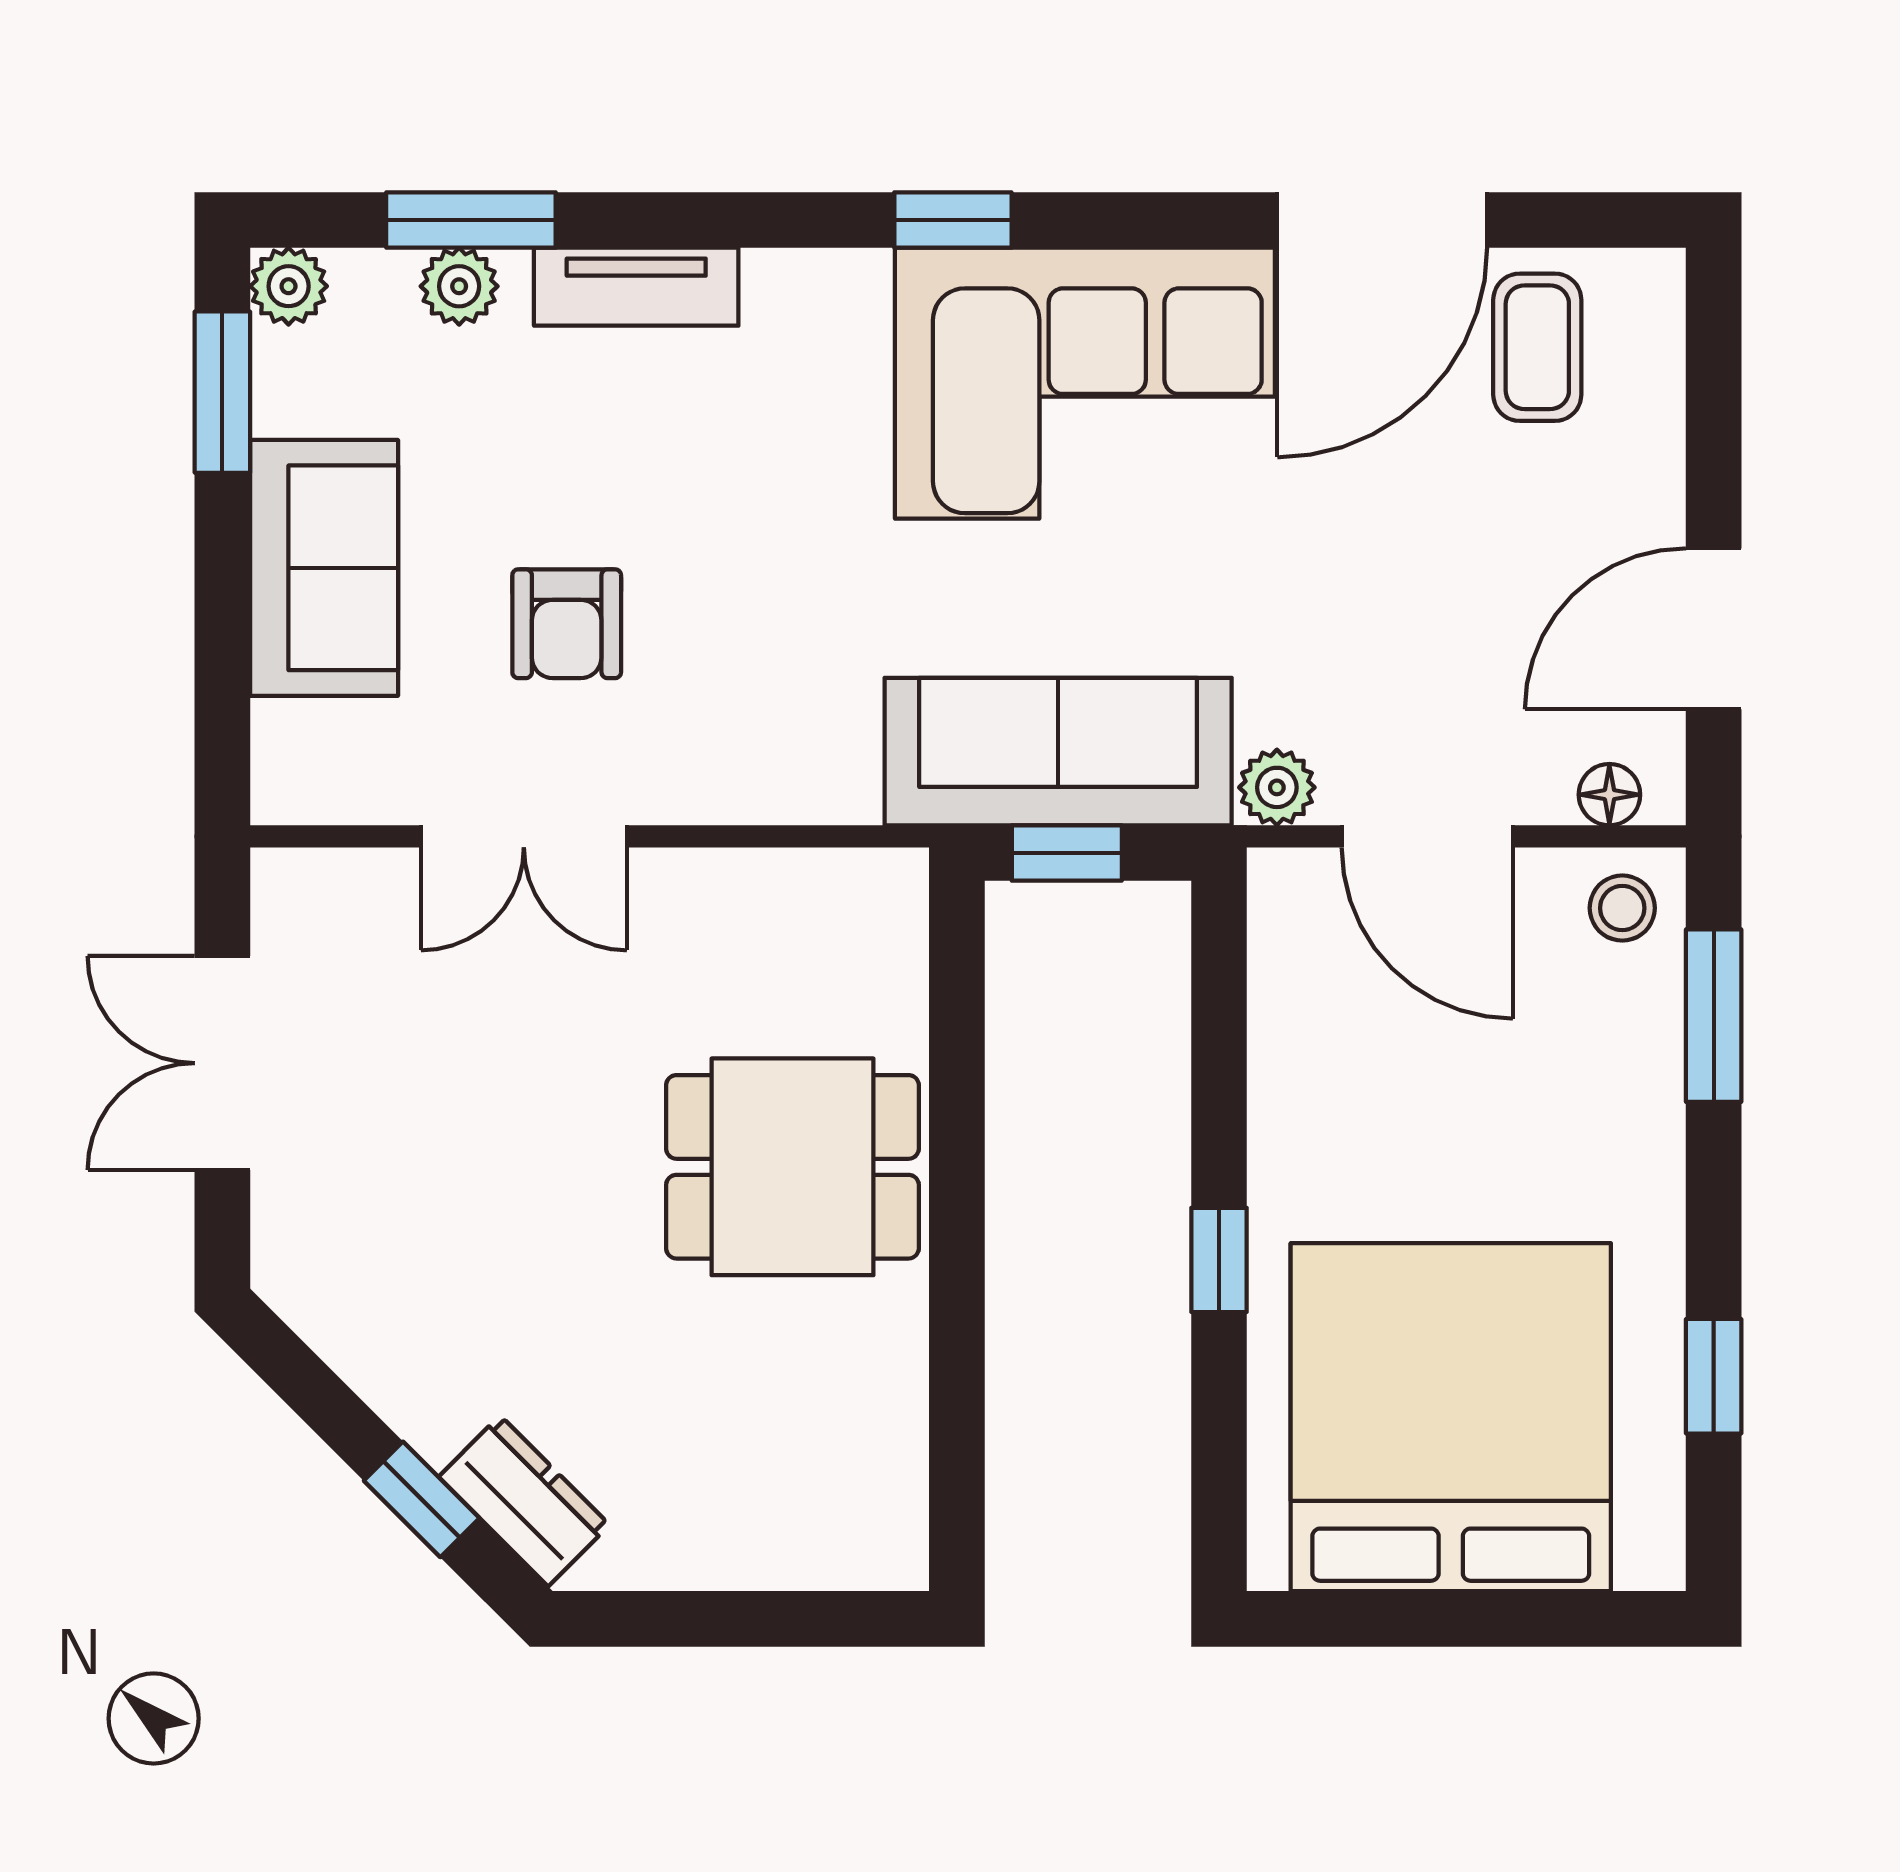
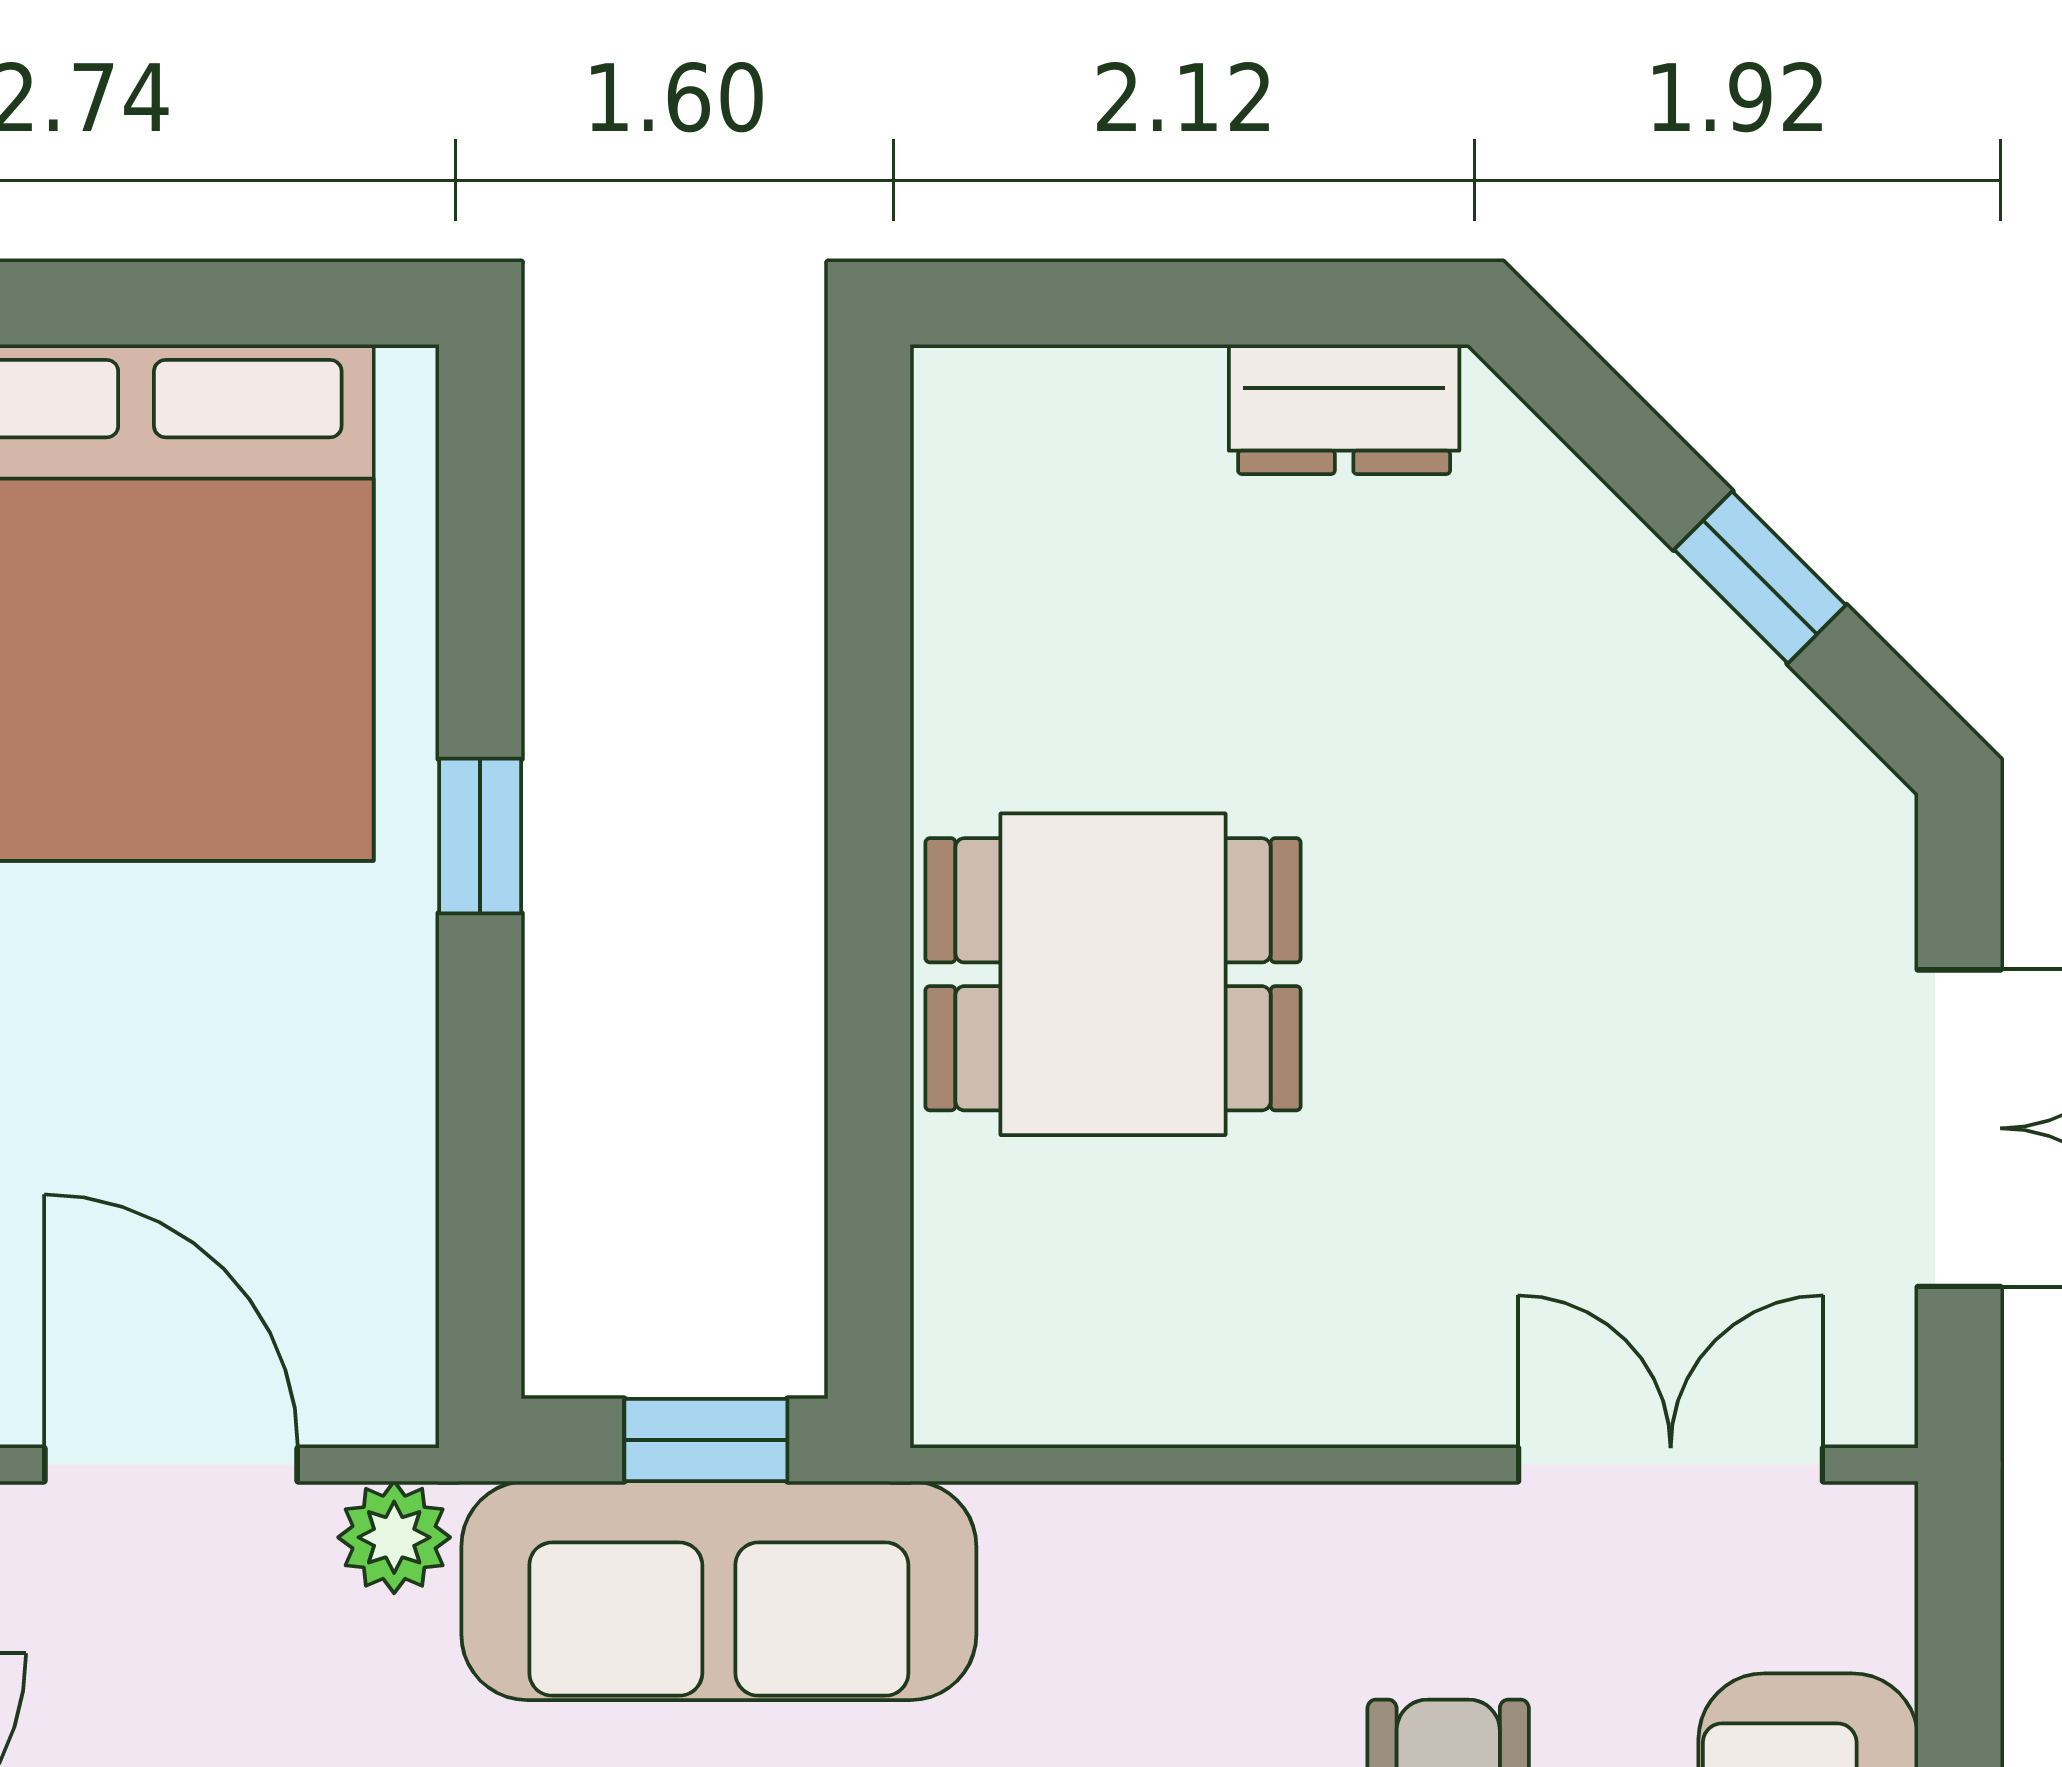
double door: (524, 836) -> (1671, 1465), moved
window: (422, 1499) -> (1760, 577), moved
dresser: (524, 1501) -> (1344, 409), moved, turned -45

